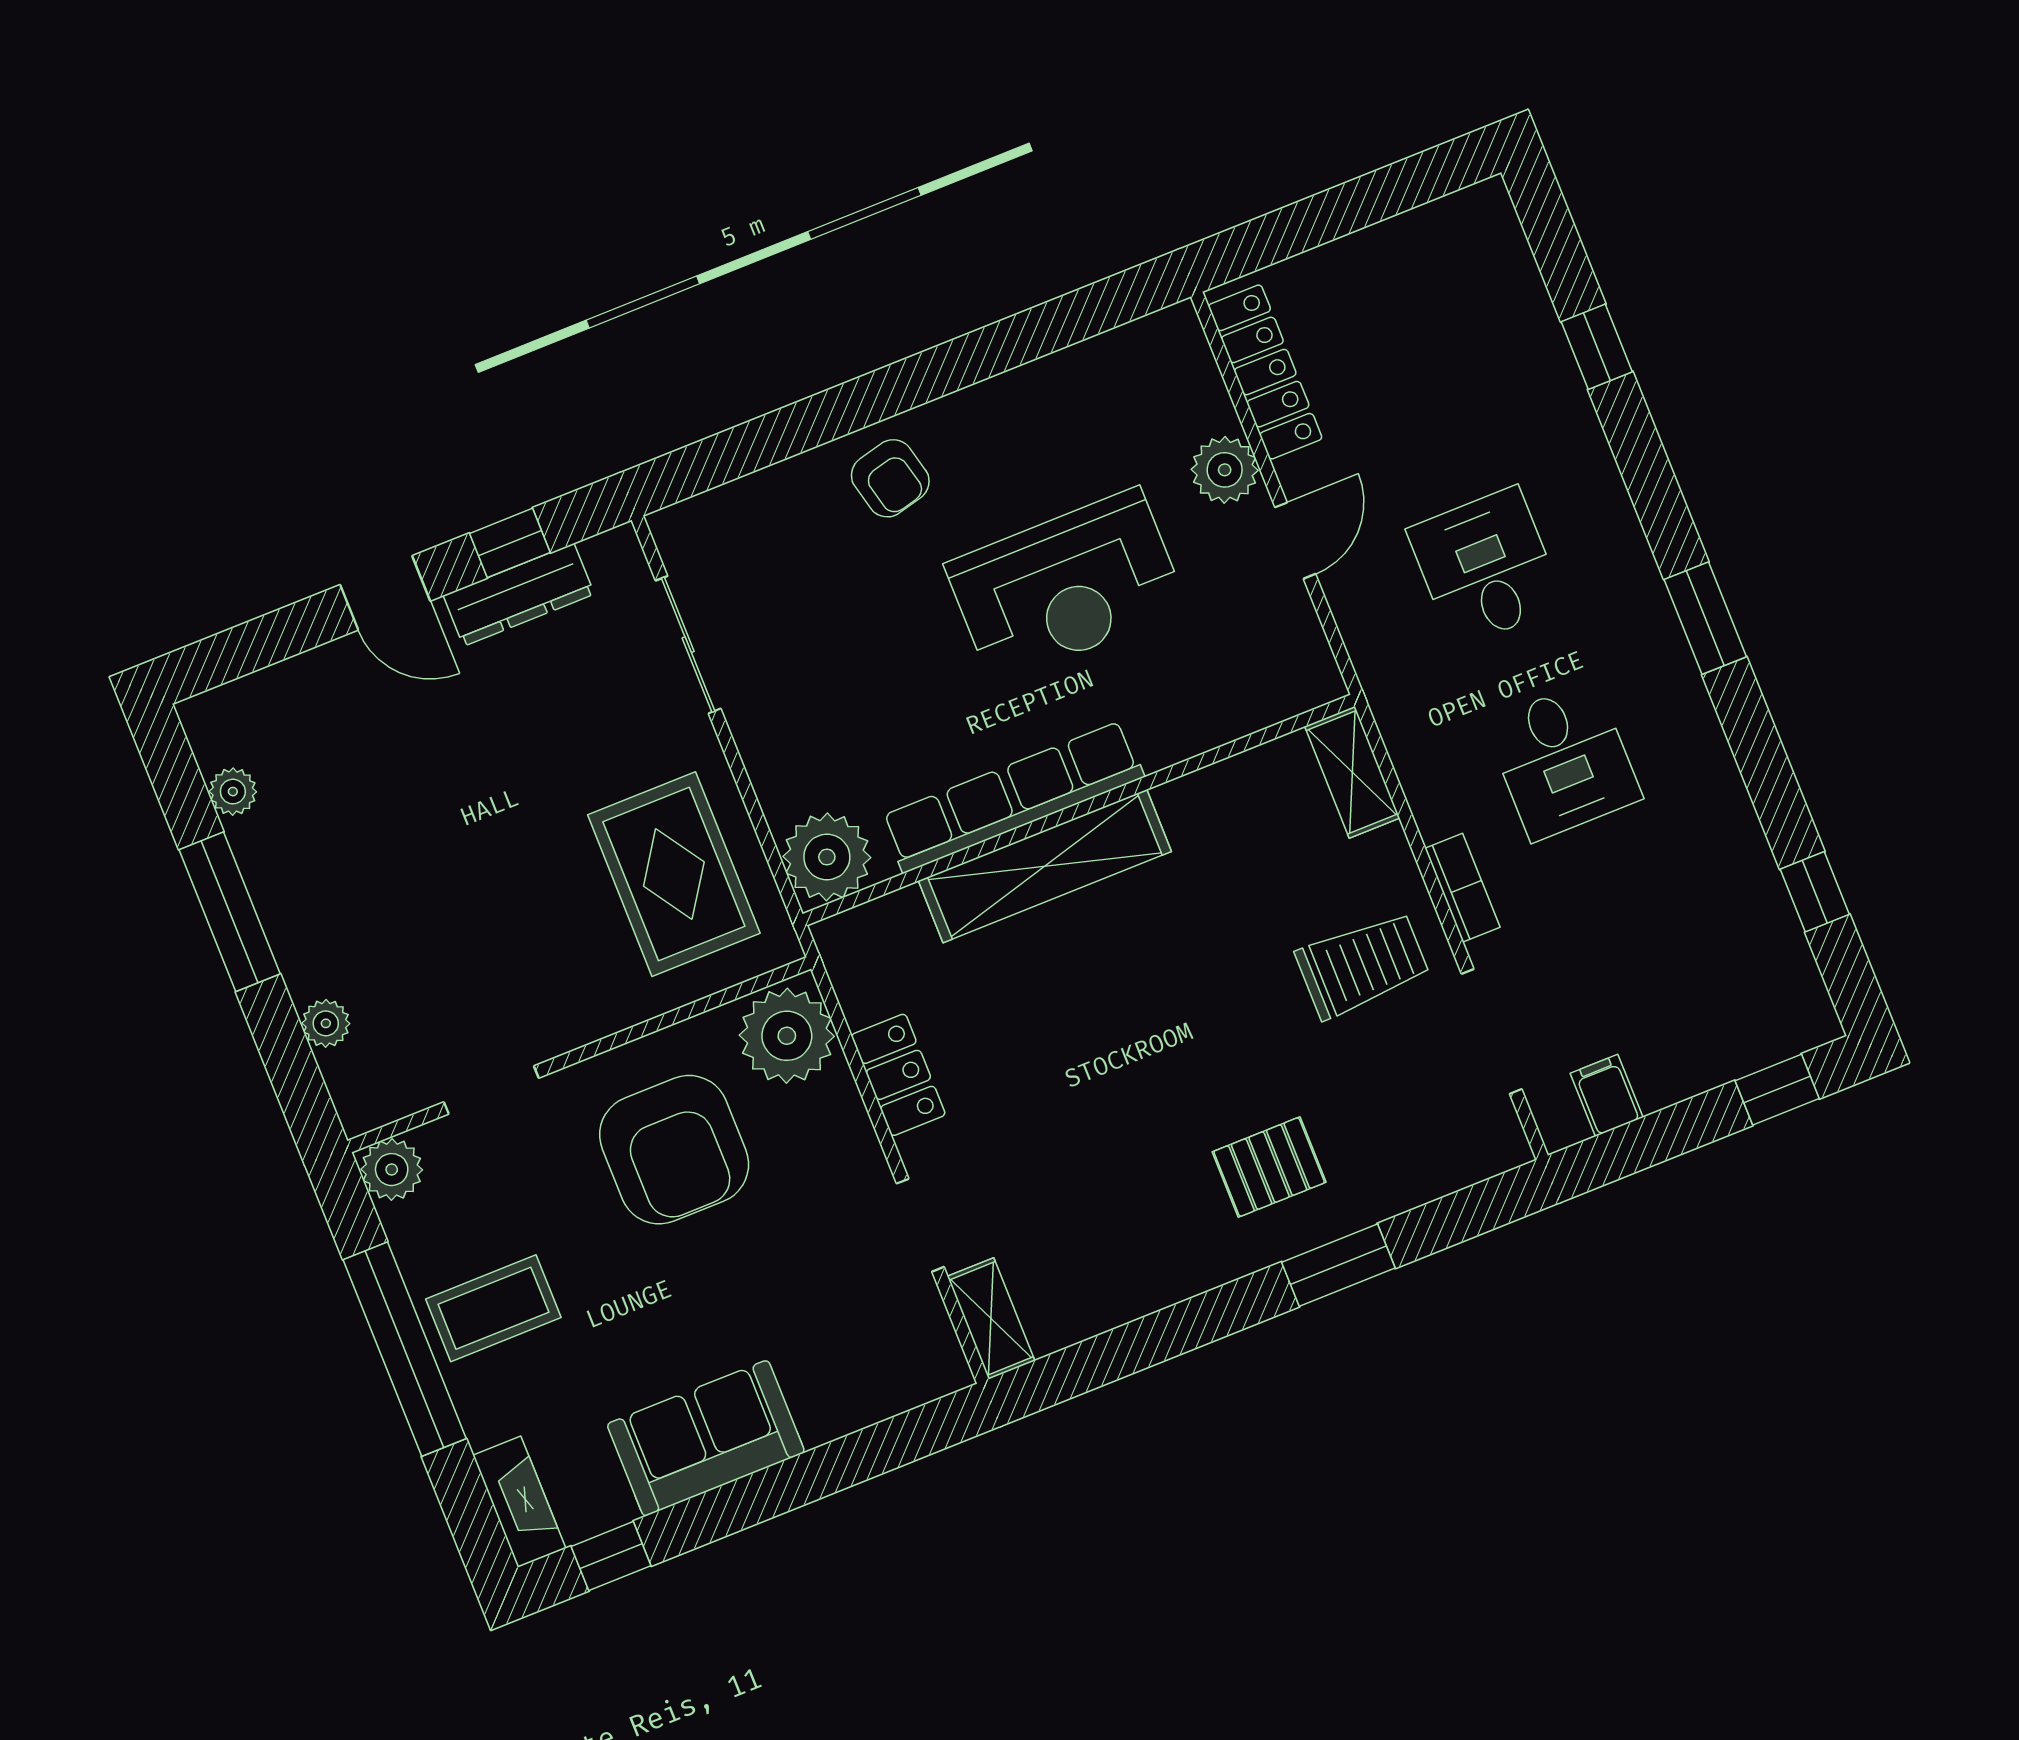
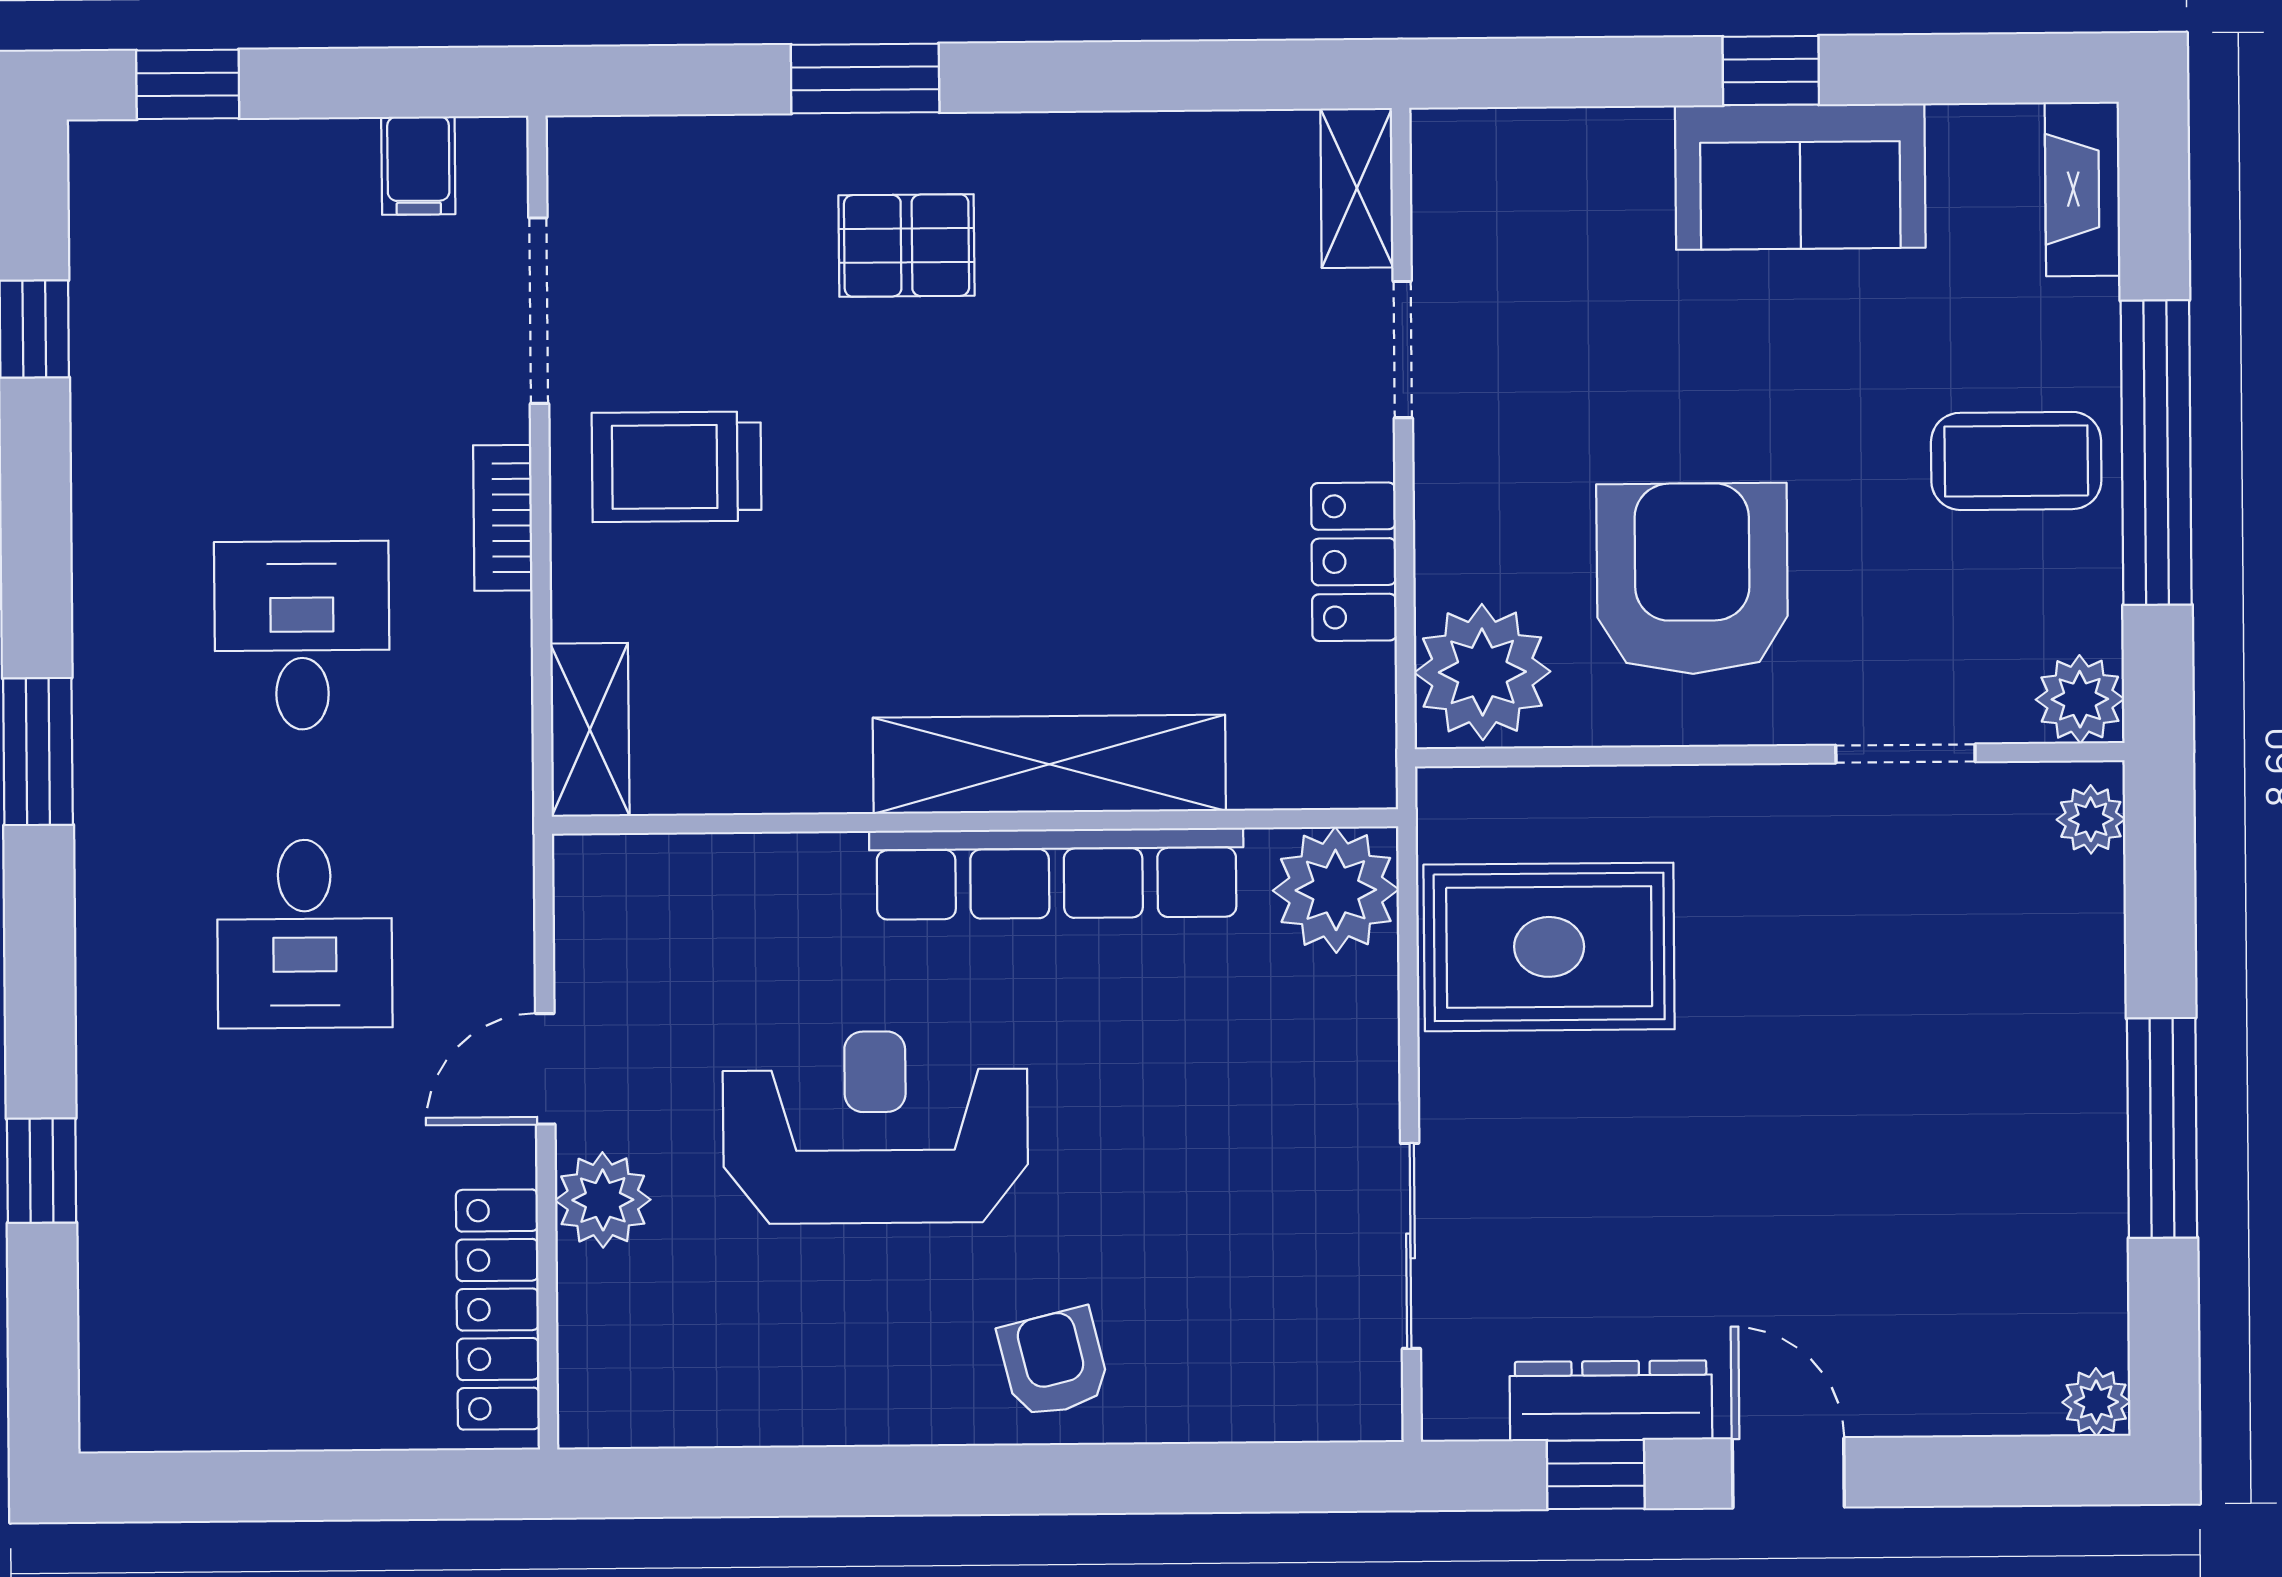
plant: (233, 792) -> (2096, 1402), moved
rug: (674, 874) -> (1549, 947), turned 90
plant: (326, 1023) -> (2091, 819), moved
window: (611, 1556) -> (1771, 71), moved

